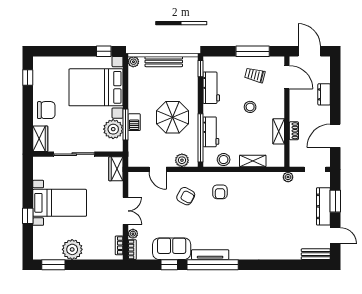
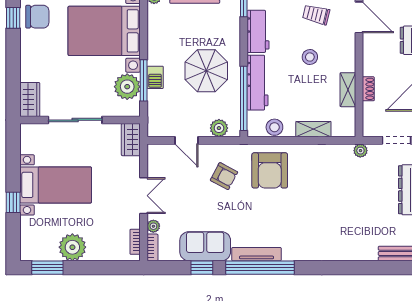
chair: (46, 110) -> (37, 17), moved
workbench: (211, 132) -> (257, 83), width x1.38
armchair: (220, 192) -> (270, 170), width x1.88, depth x1.88

